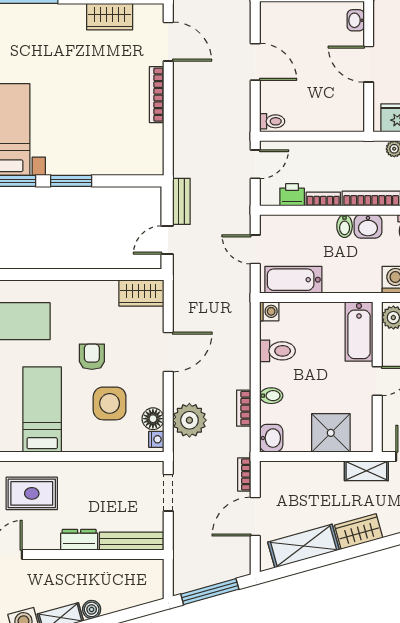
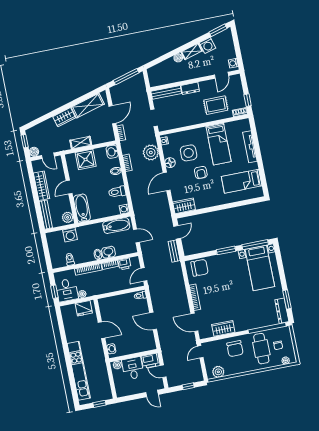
chair: (135, 155) -> (200, 268), added
washbasin: (368, 226) -> (109, 252), moved
floor lamp: (153, 419) -> (170, 163), moved
shelving: (366, 471) -> (81, 143), moved

